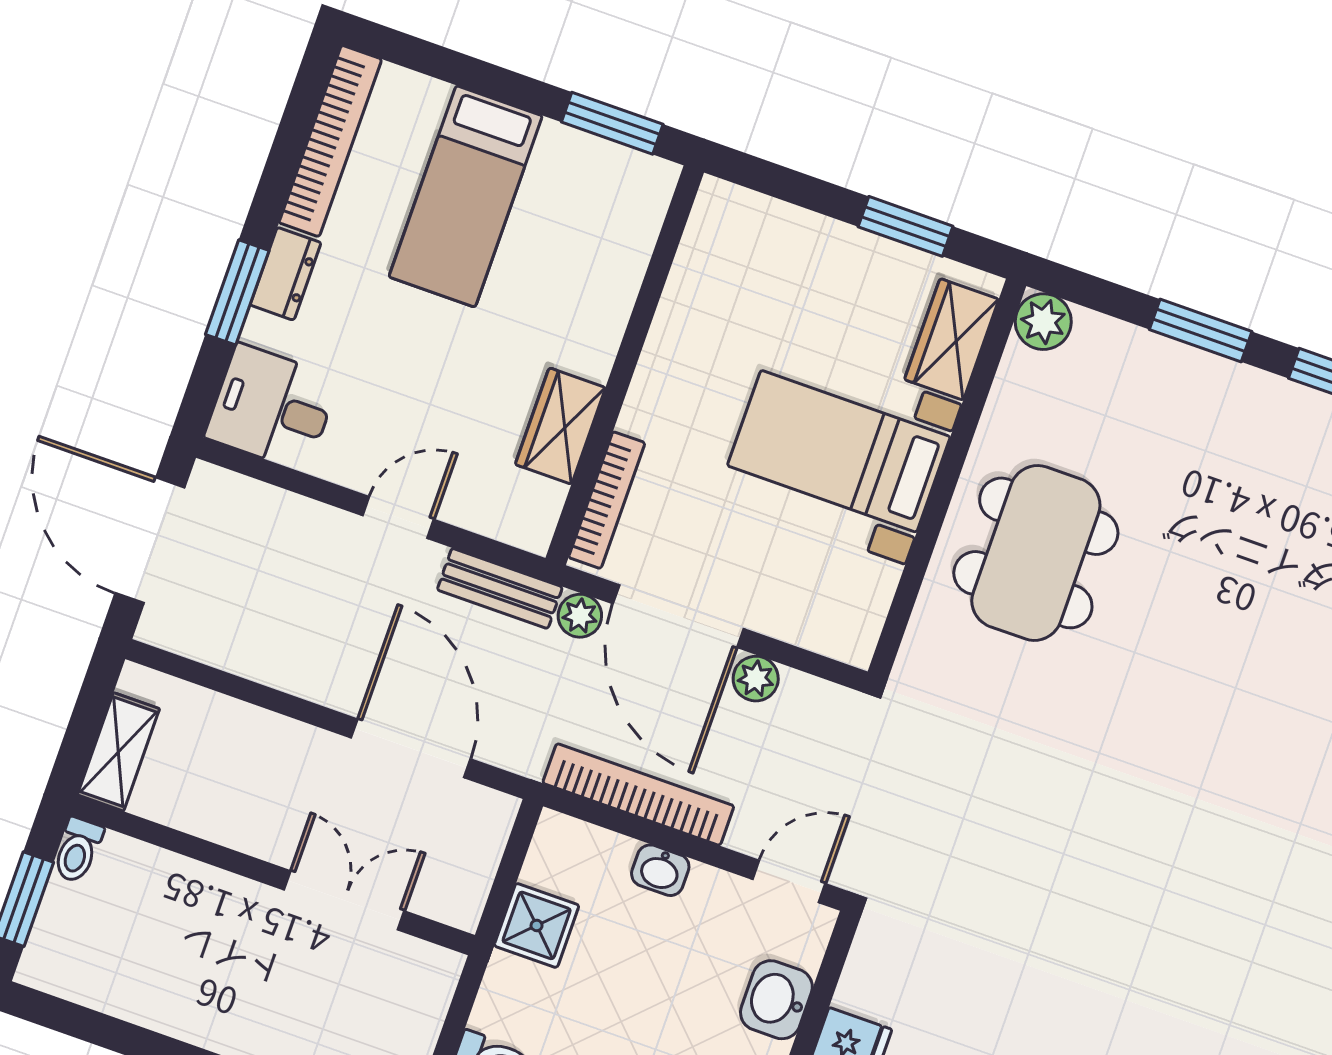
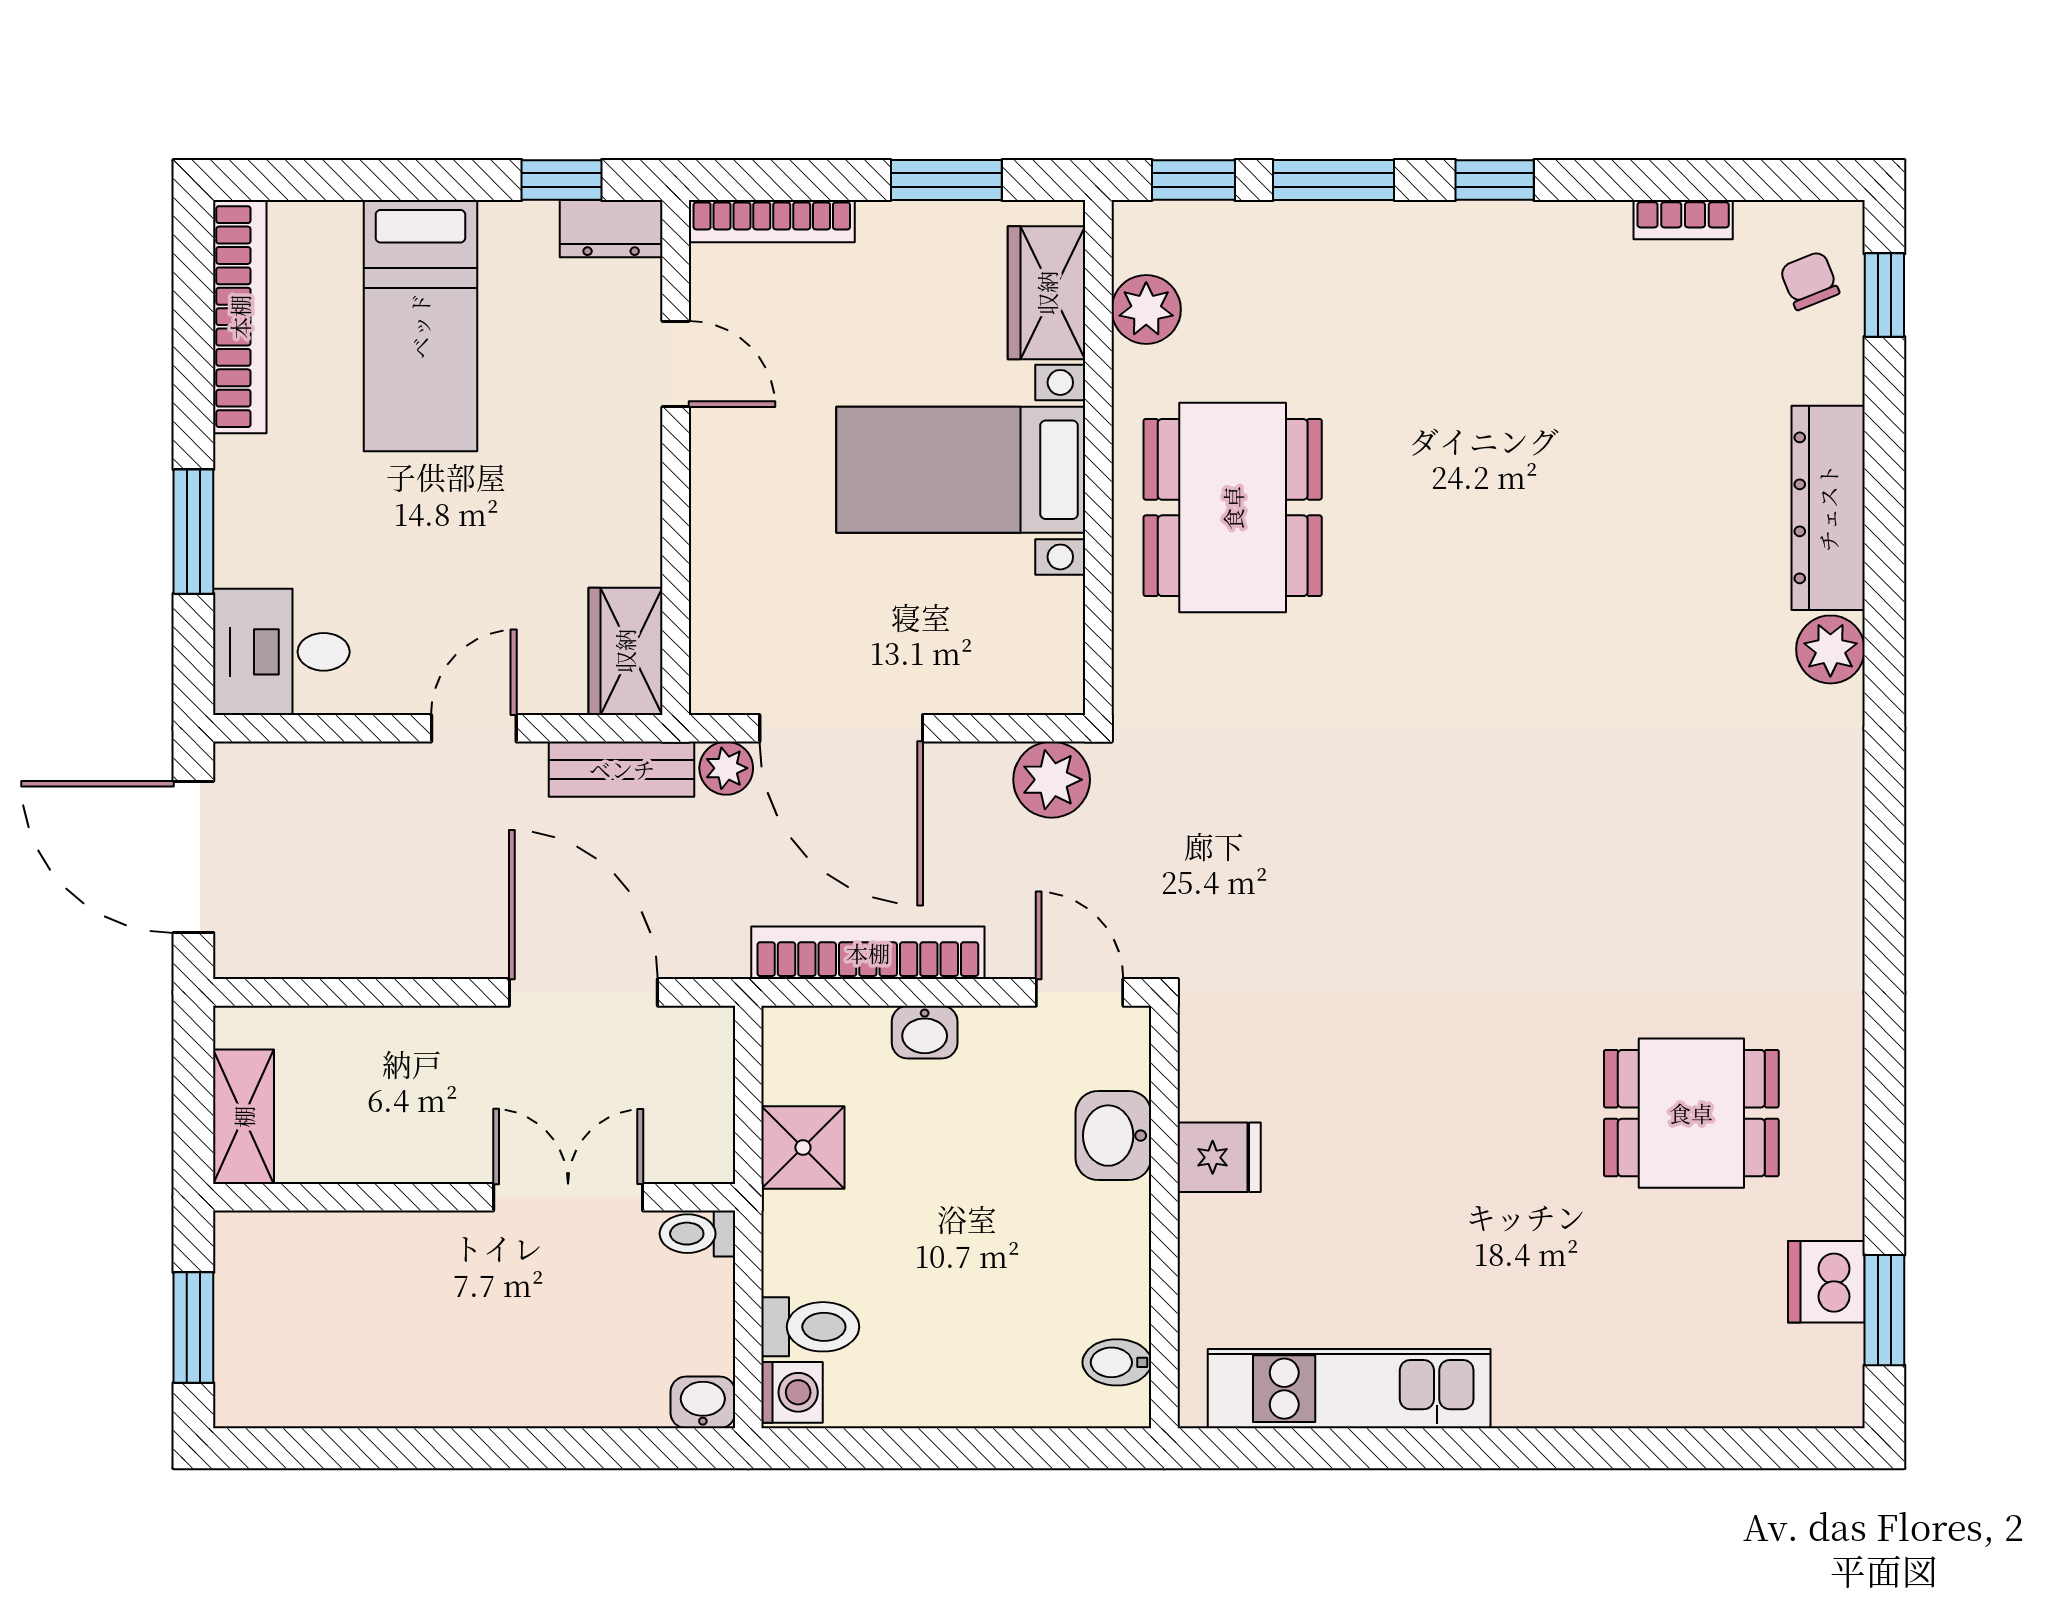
window: (612, 123) -> (562, 180), width x0.67
dresser: (286, 274) -> (611, 229), moved, turned 90
window: (1094, 293) -> (1193, 180), added
door: (650, 294) -> (676, 364), added
plant: (1043, 322) -> (1146, 309), moved
wardrobe: (560, 426) -> (625, 651), moved
bookcase: (607, 500) -> (772, 221), moved, turned 90
plant: (756, 679) -> (1052, 780), moved, width x1.38, depth x1.38
toilet: (78, 850) -> (697, 1234), moved, turned 90
door: (789, 882) -> (1080, 992), hinge flipped

